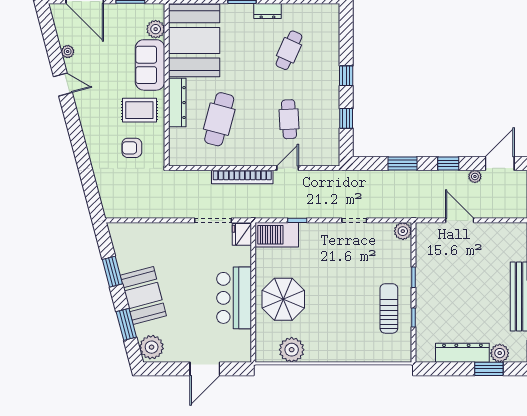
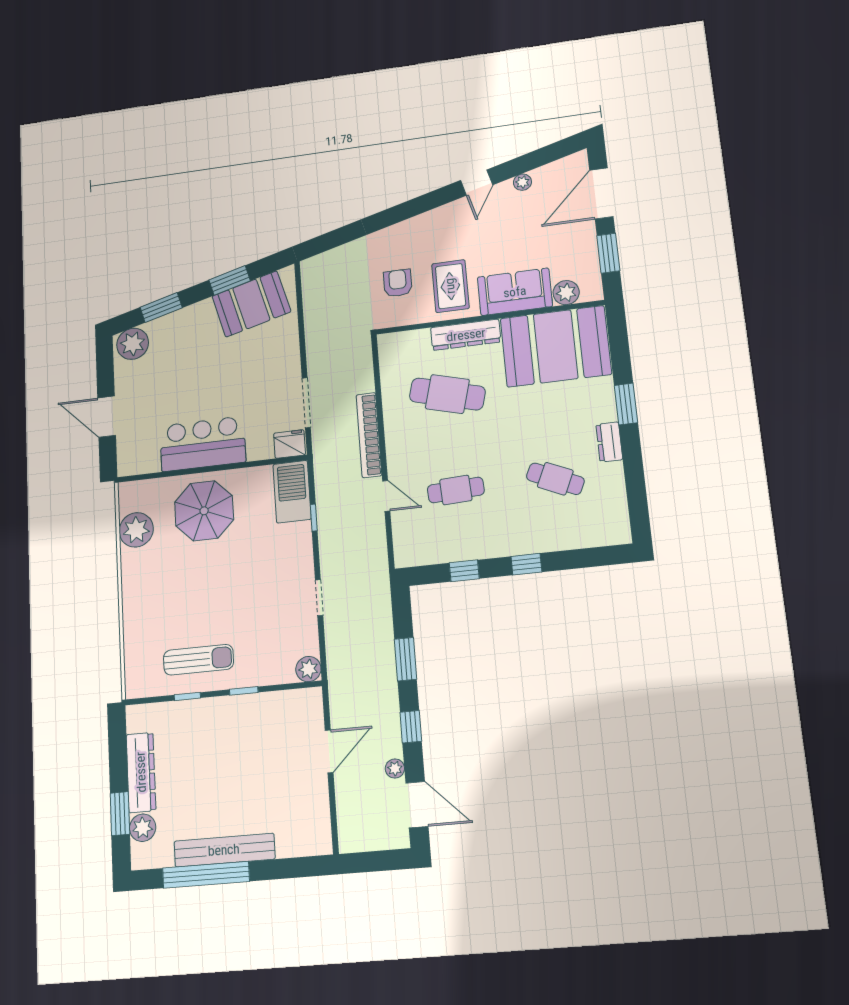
booth: (143, 295) -> (251, 304), moved

